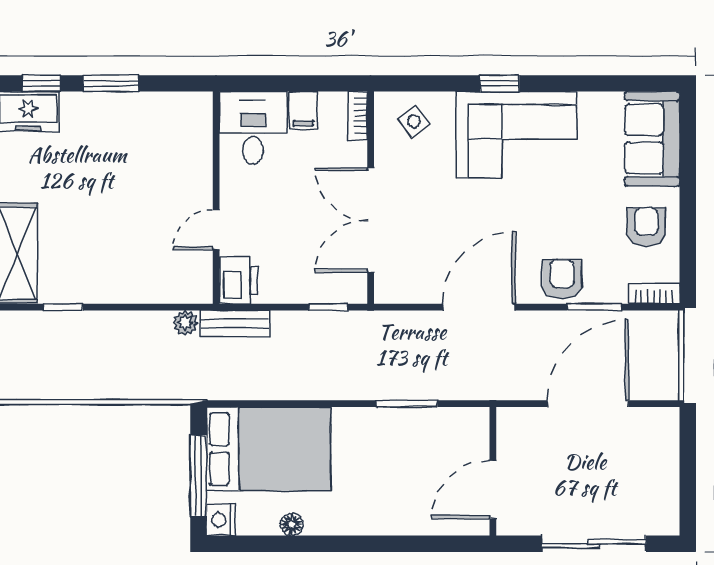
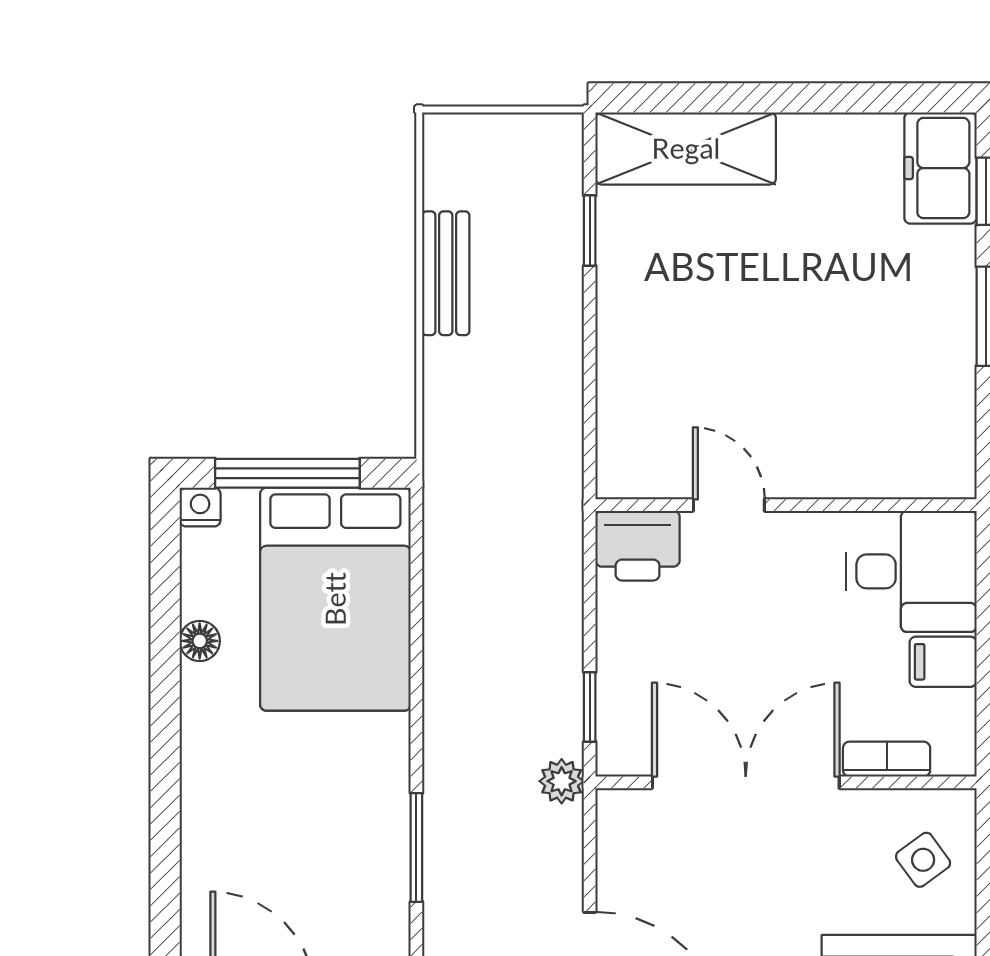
bookcase: (358, 116) -> (887, 759), moved
plant: (185, 323) -> (562, 781), moved
bench: (235, 323) -> (446, 273), moved
nightstand: (221, 520) -> (200, 507), width x0.72, depth x0.74

